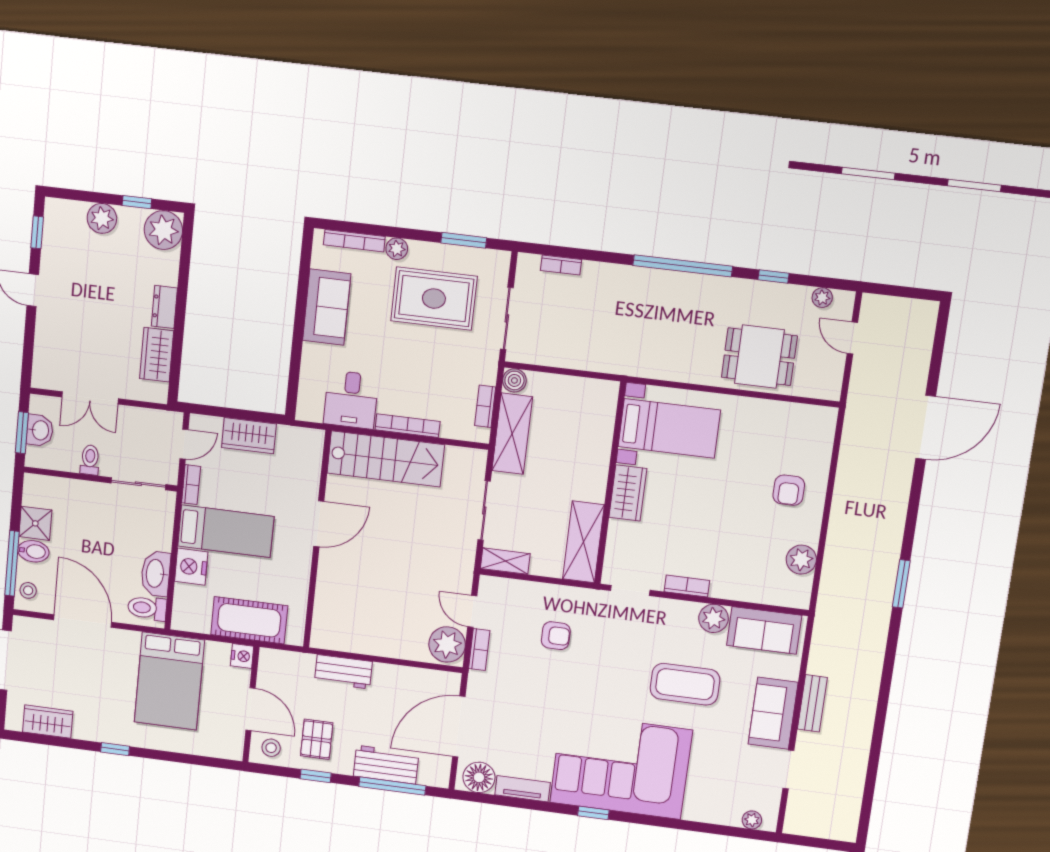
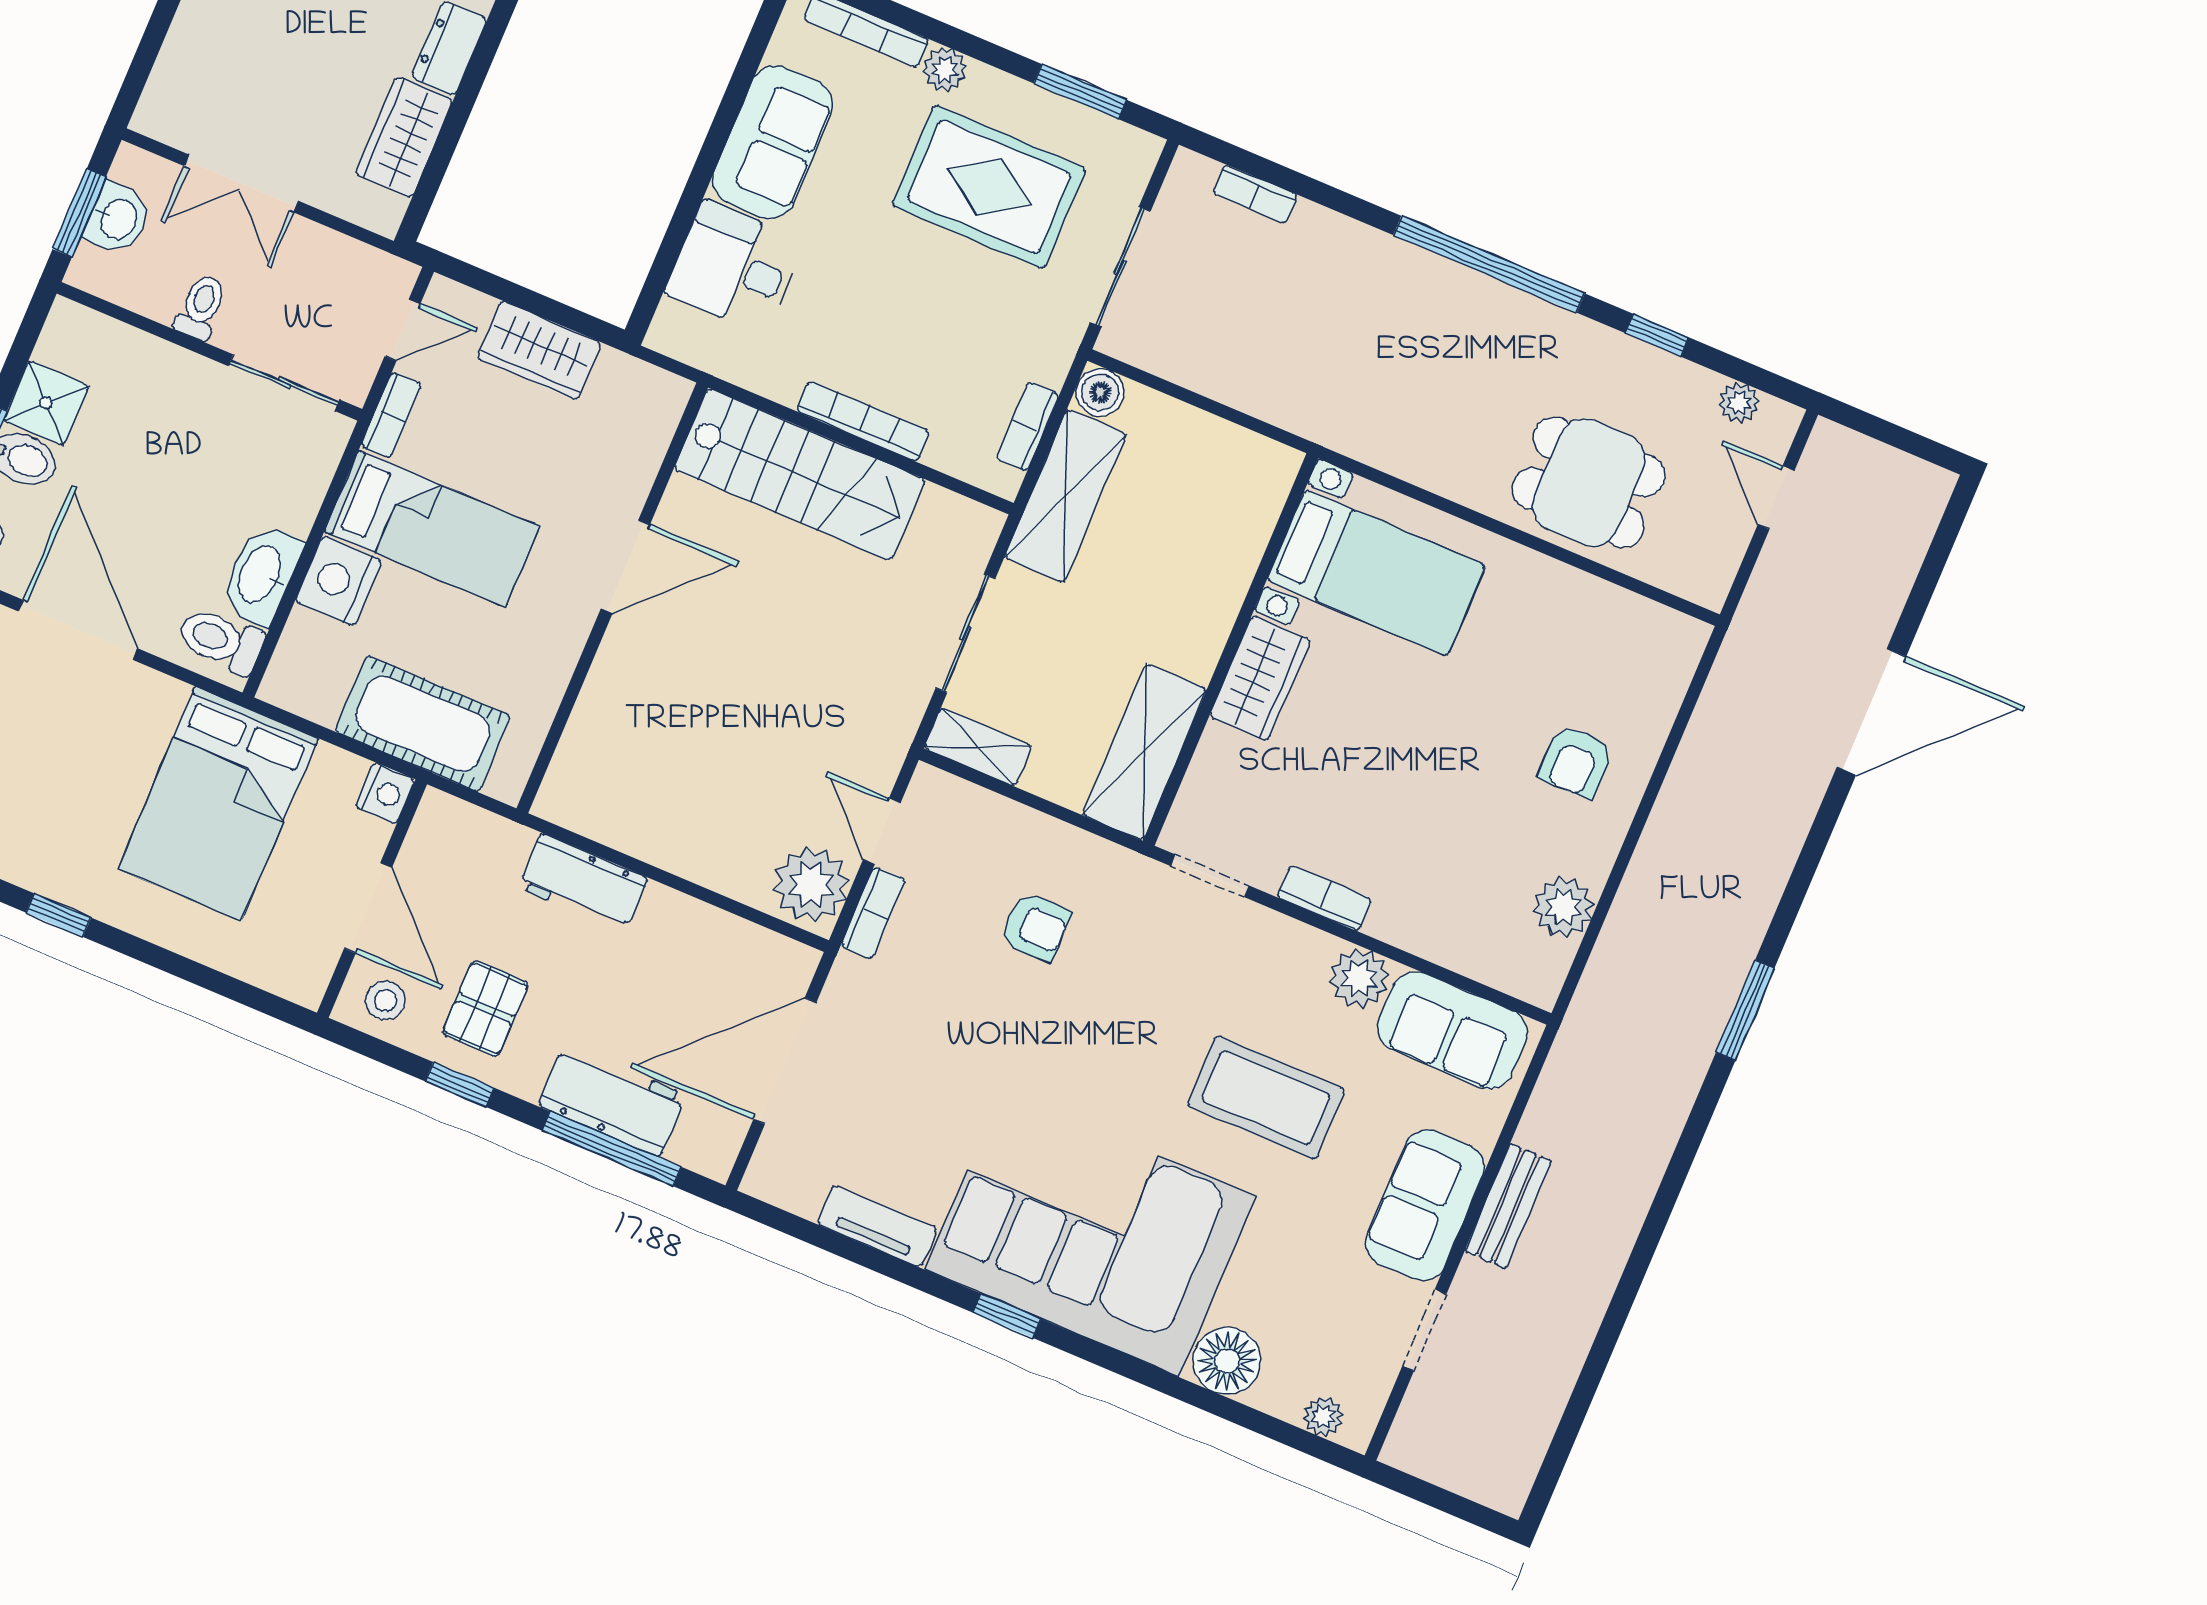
desk: (351, 400) -> (735, 267), moved, turned 90
floor lamp: (479, 777) -> (1227, 1361), moved

